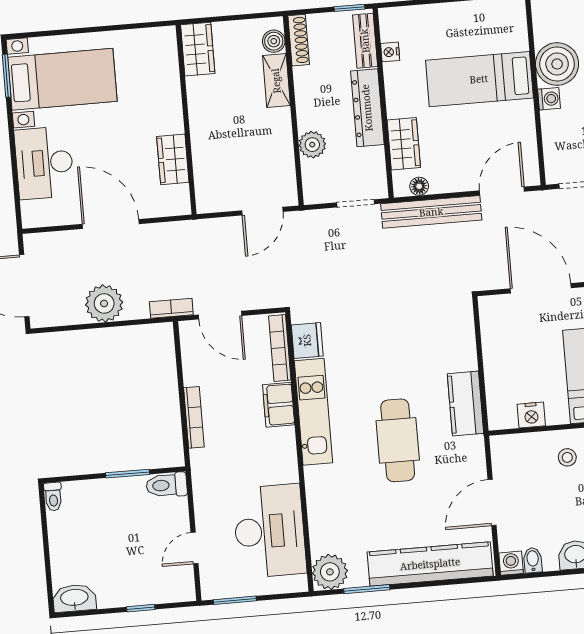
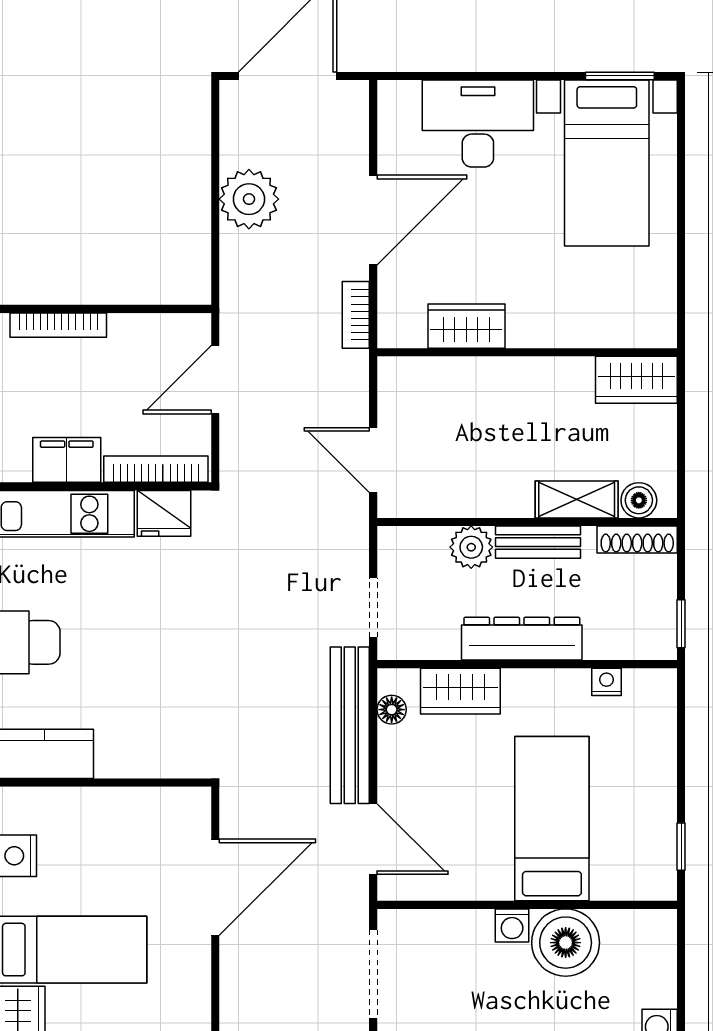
bench: (365, 41) -> (538, 542), moved
bookcase: (171, 308) -> (356, 315), moved, turned 180

